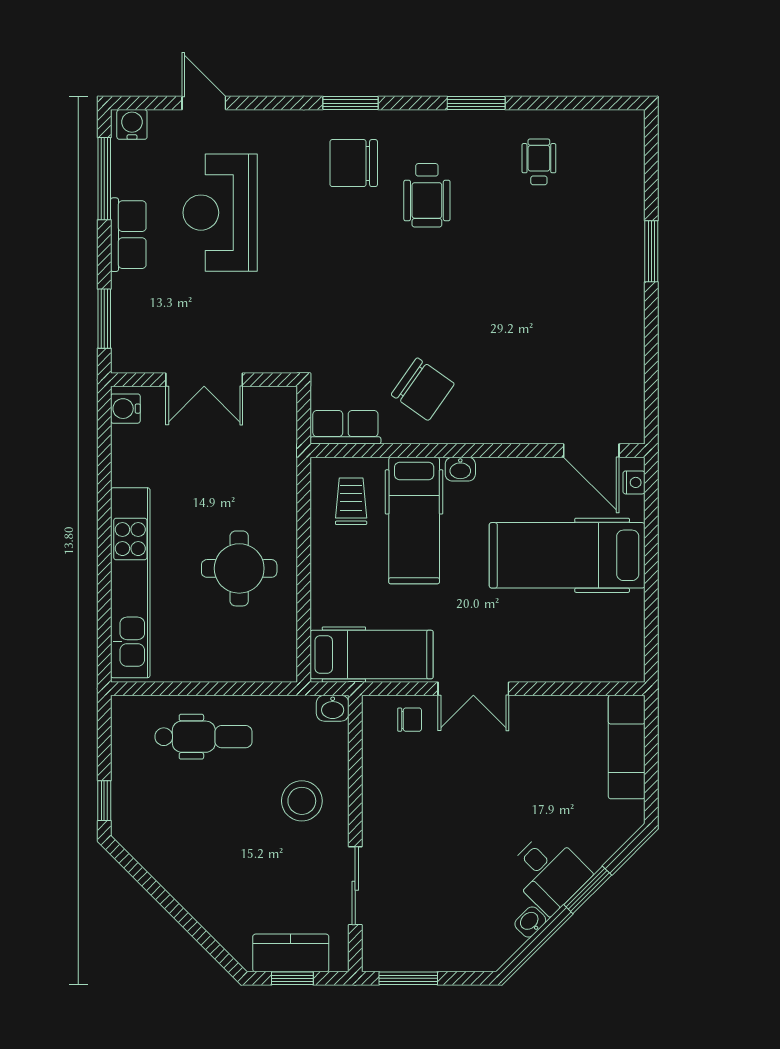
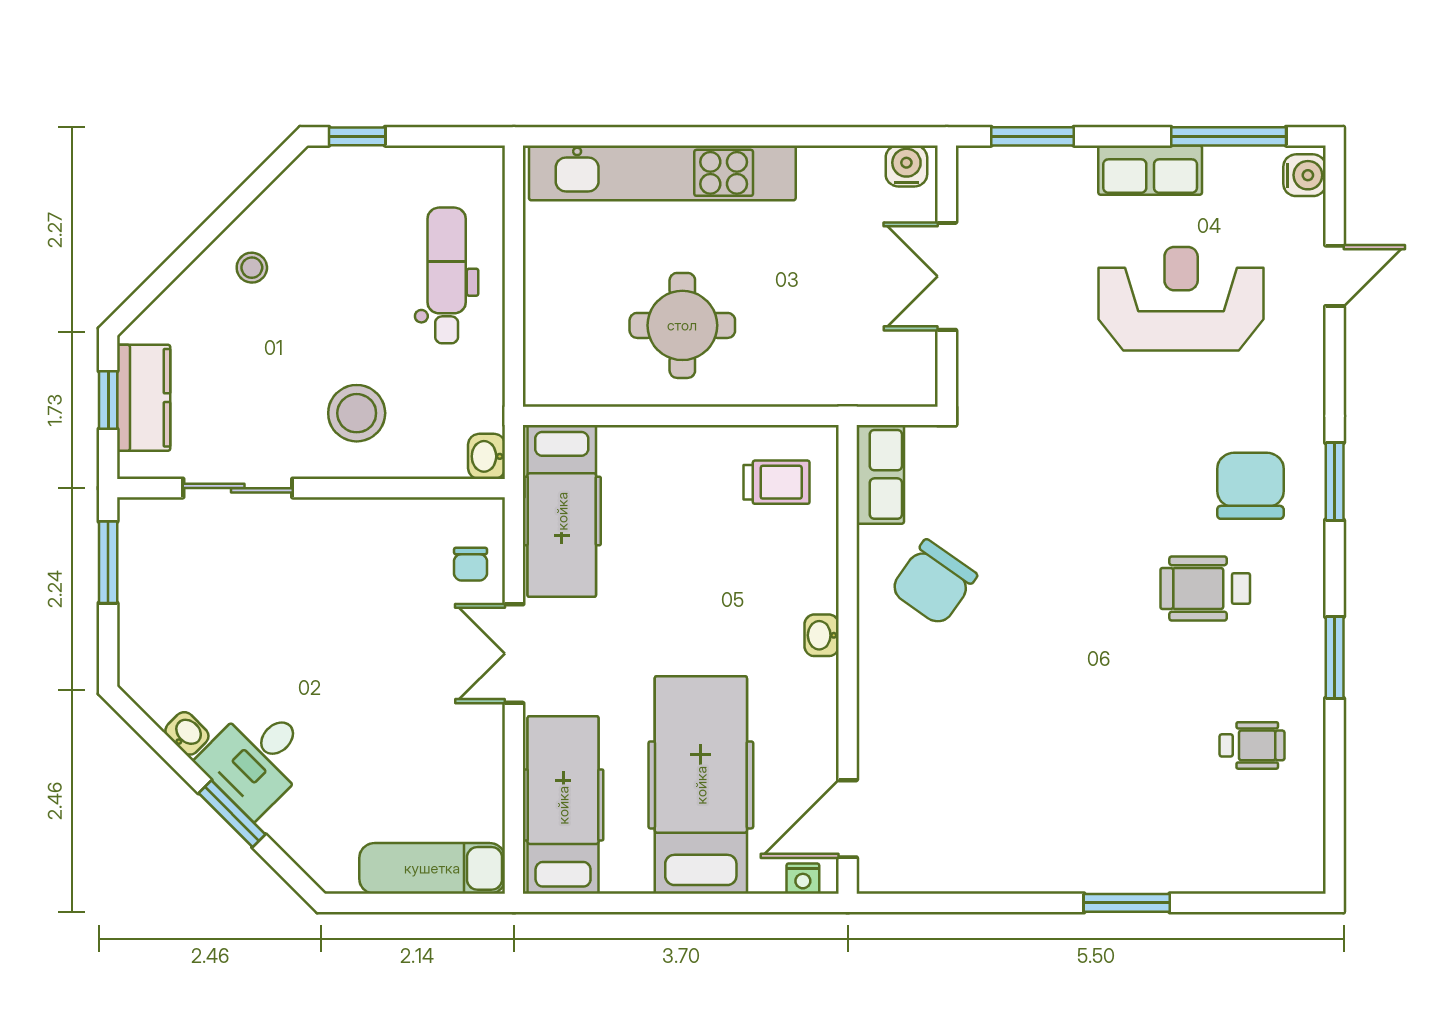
hospital bed: (414, 520) -> (563, 805), moved, turned 90
dental chair: (204, 737) -> (447, 275), turned 180
stool: (198, 876) -> (252, 268), added

